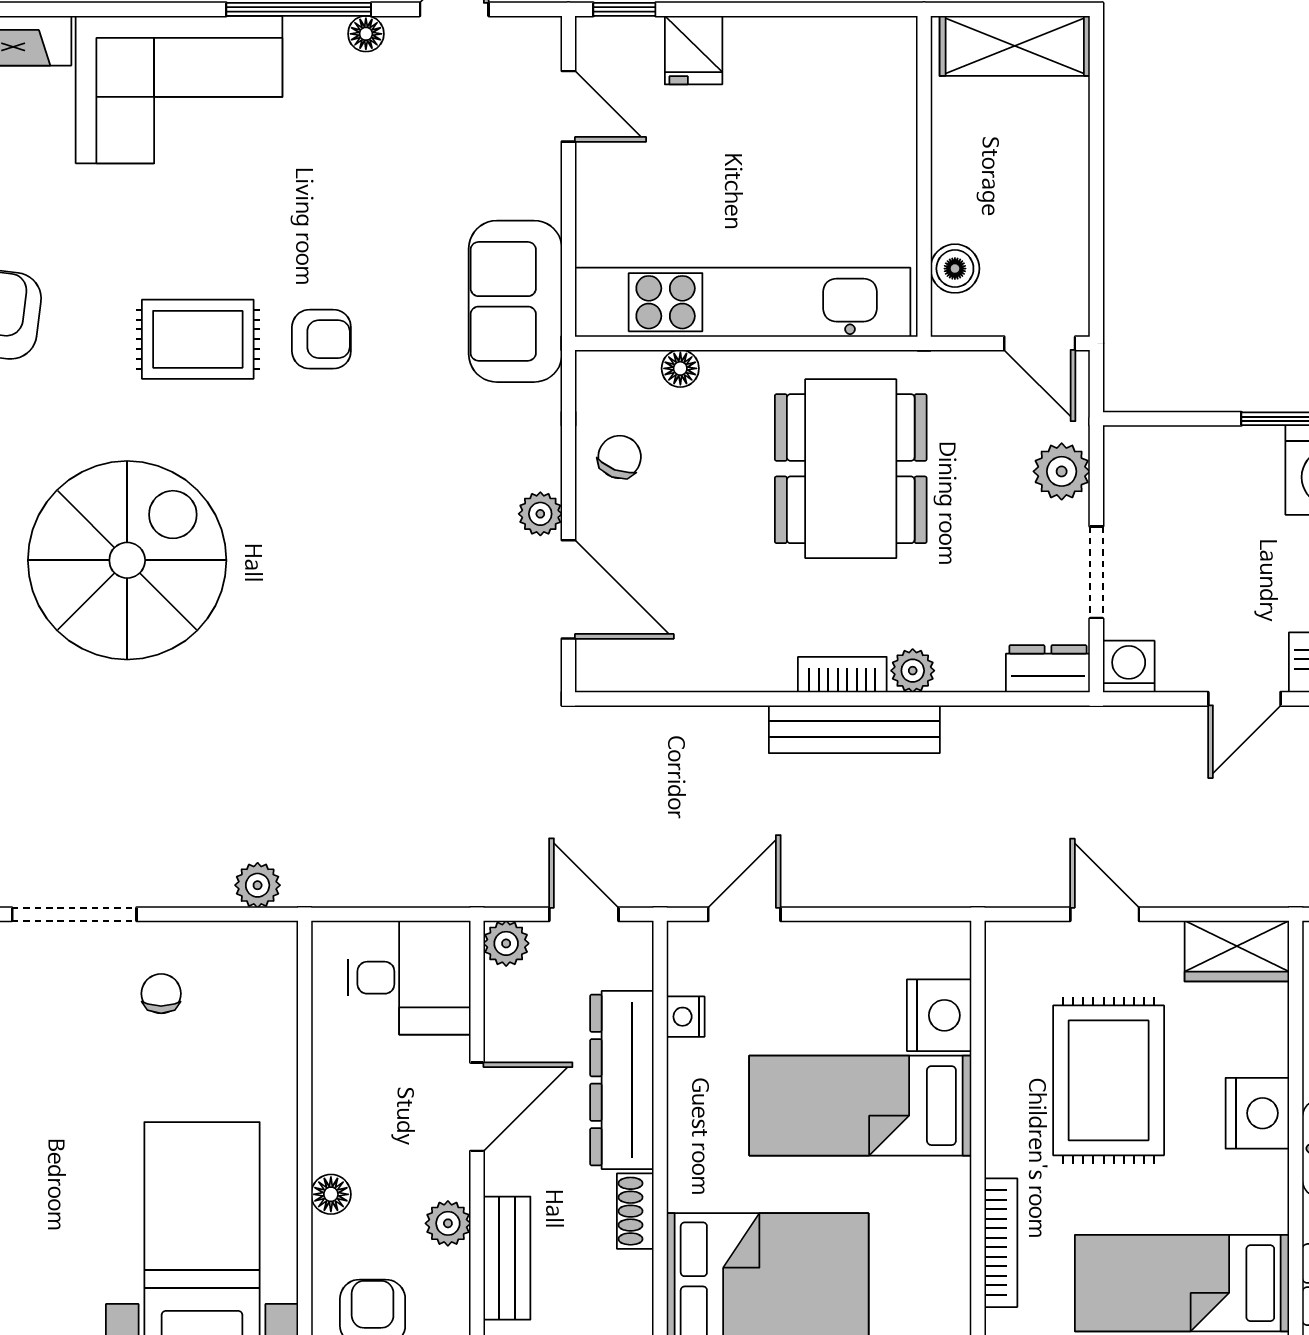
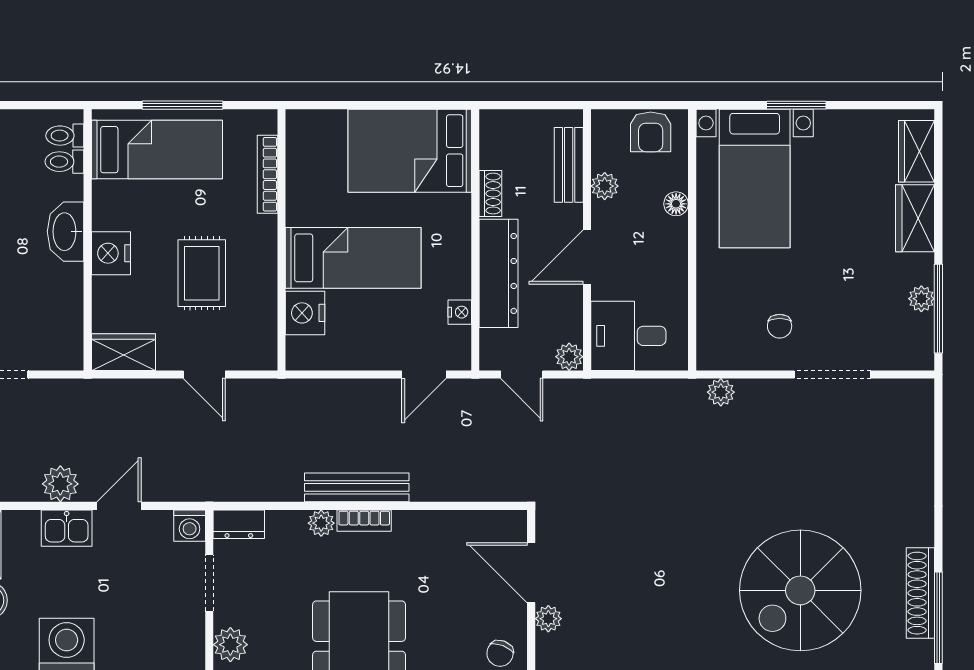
rug: (1109, 1080) -> (202, 273), width x0.73, depth x0.70

